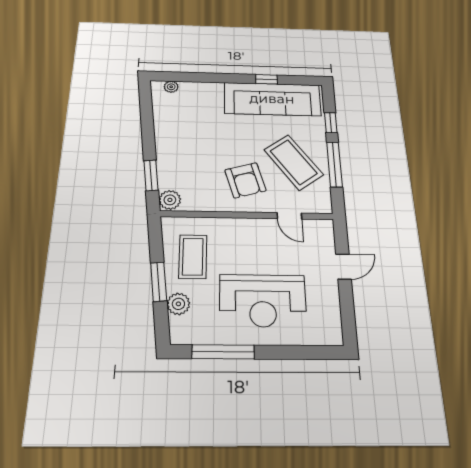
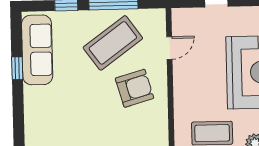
sofa: (272, 99) -> (37, 50), width x0.74, depth x0.79

